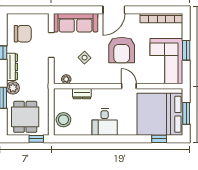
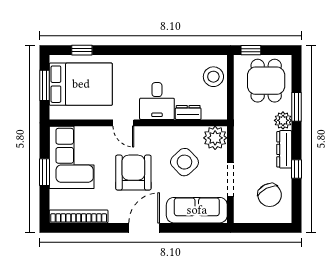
chair: (23, 34) -> (270, 195), turned -117
side table: (85, 58) -> (184, 162), width x1.87, depth x1.87
plant: (66, 79) -> (215, 138), width x1.88, depth x1.88
bed: (160, 114) -> (81, 84), width x0.73
desk: (105, 122) -> (157, 101), moved, turned 180

